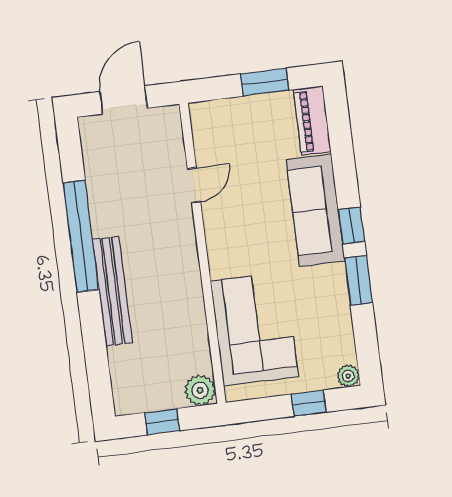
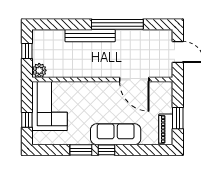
piano: (312, 121) -> (166, 129), moved, turned -90
door: (194, 185) -> (134, 80), width x1.87
corner sofa: (254, 329) -> (50, 106), moved, turned -90
plant: (348, 376) -> (37, 140), removed

